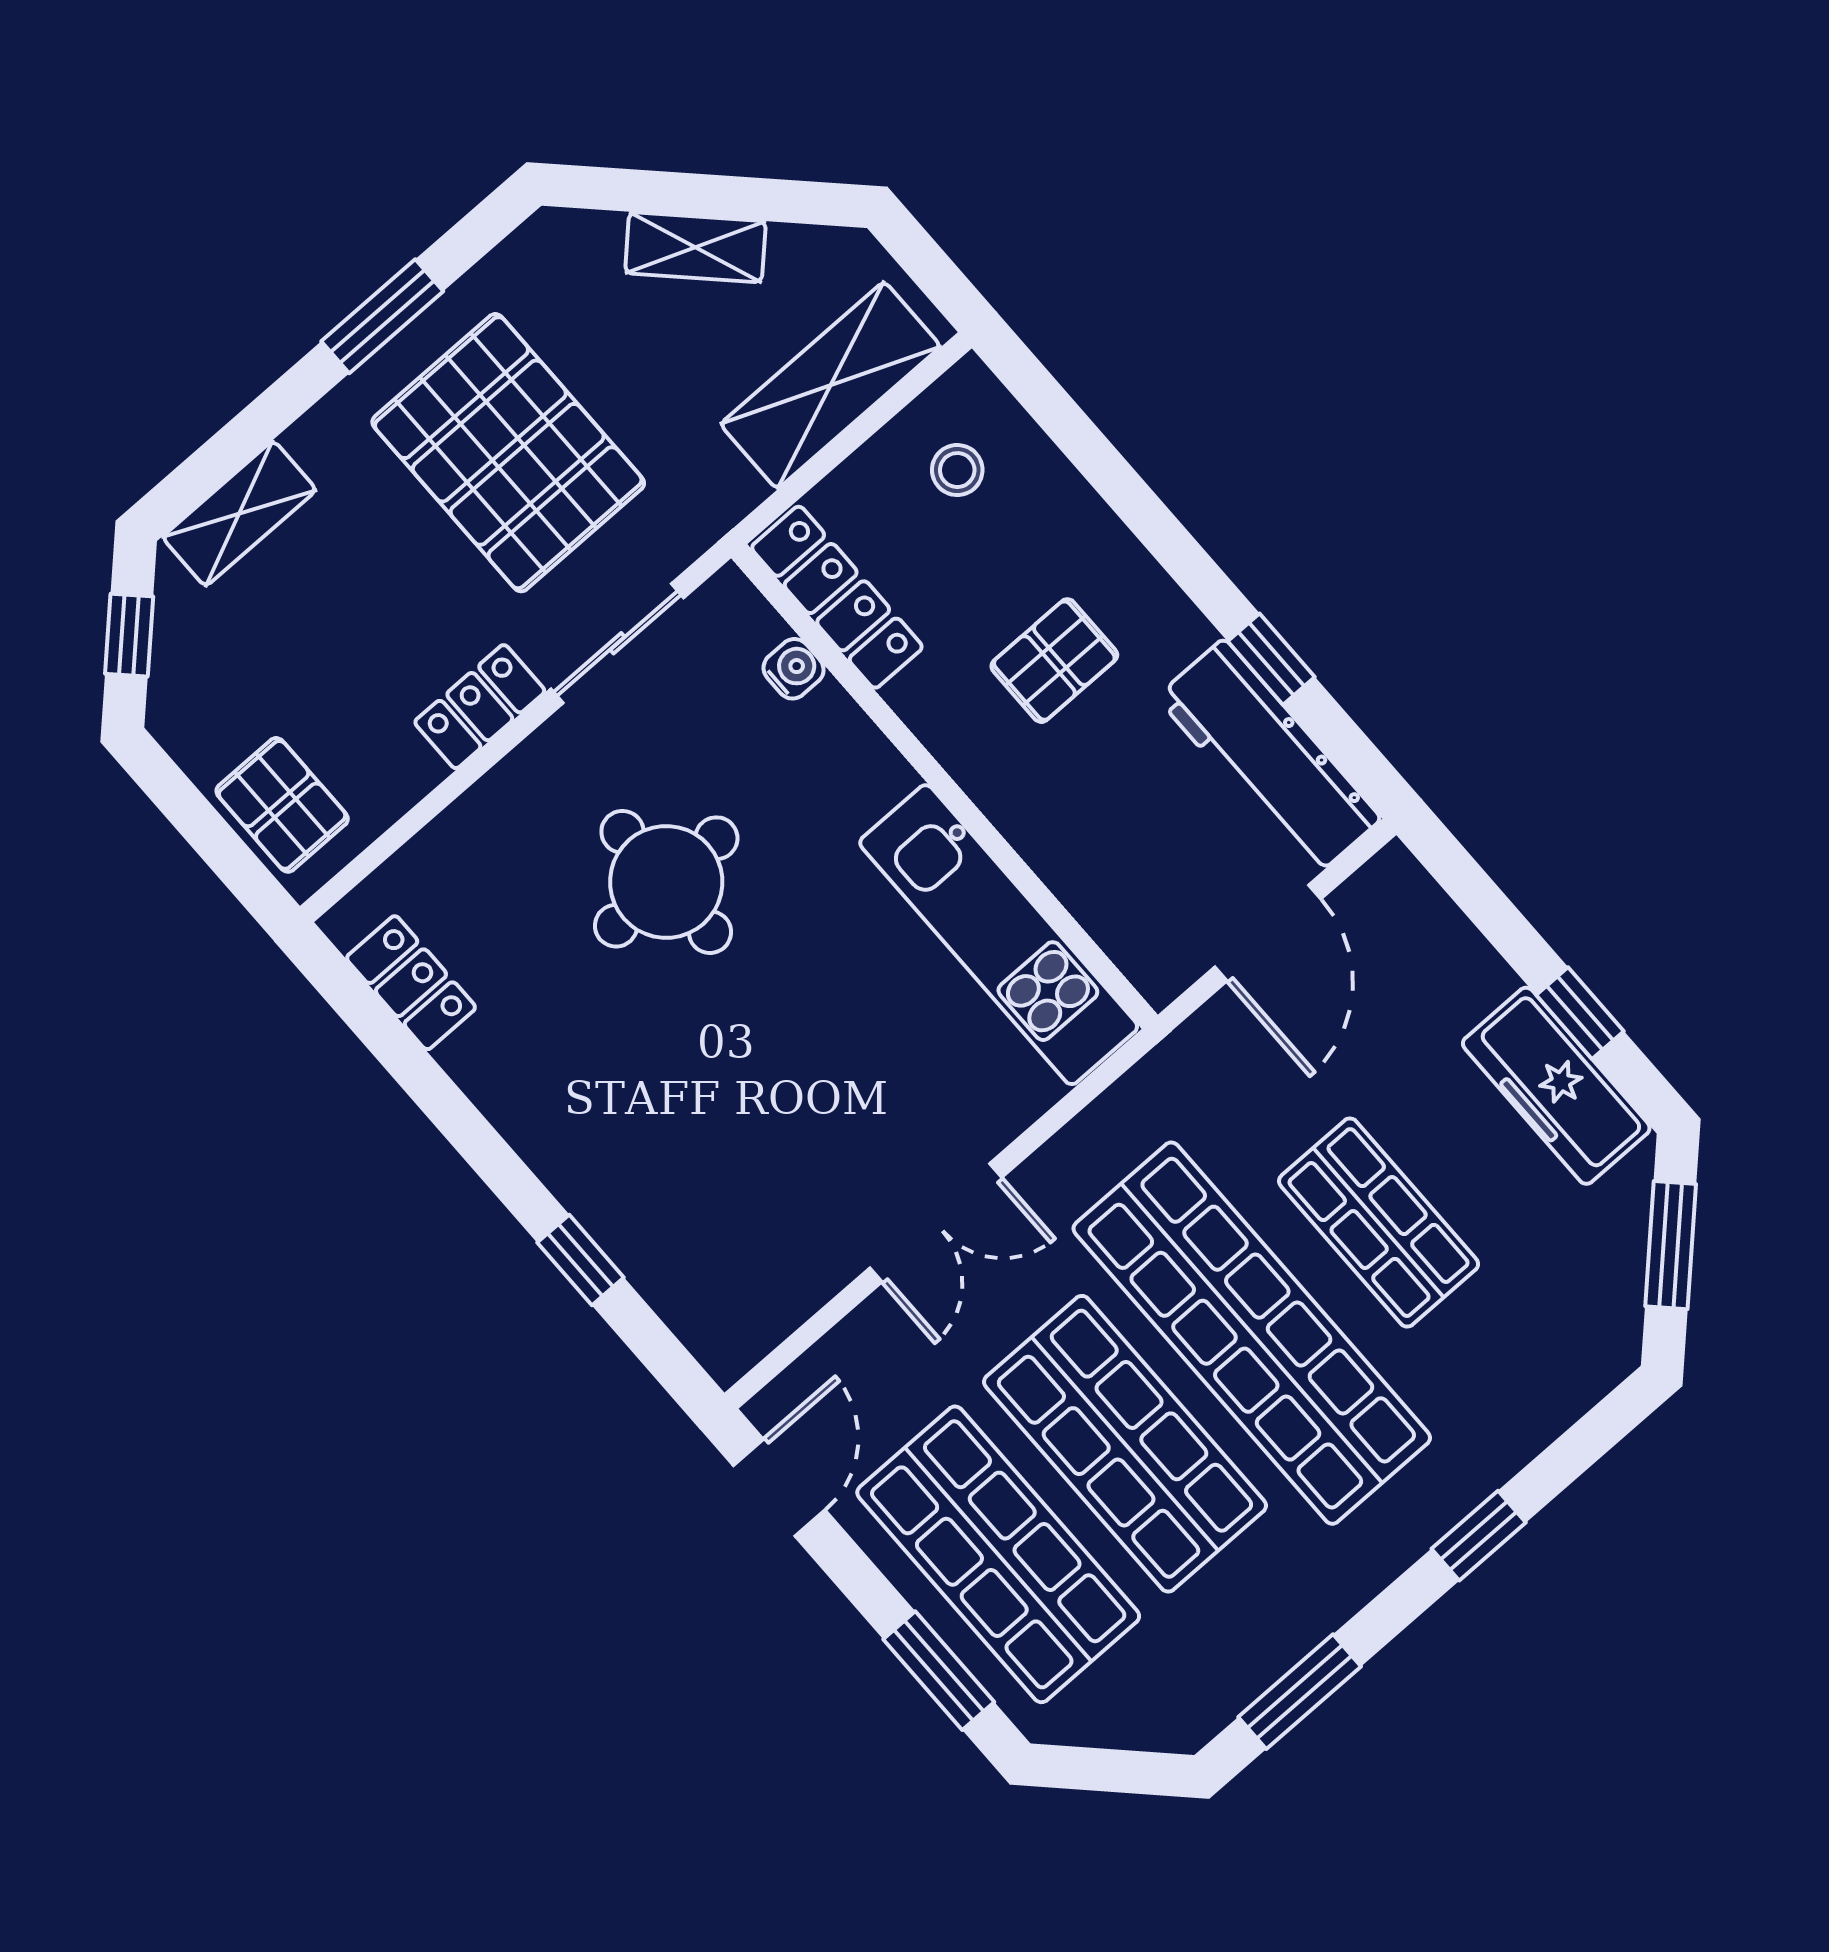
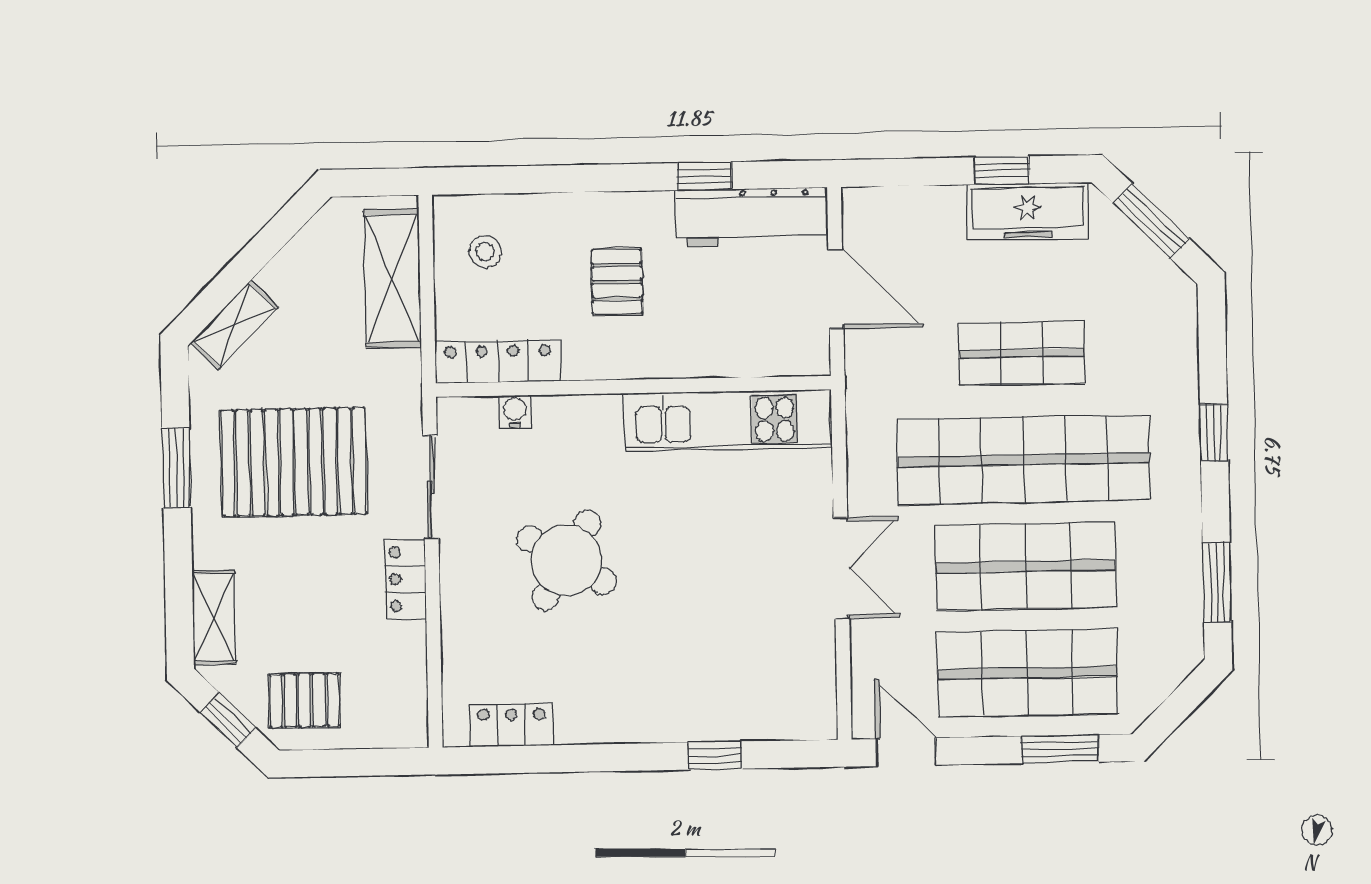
shelving: (695, 247) -> (234, 325), moved
pallet: (282, 805) -> (305, 700), moved
round table: (666, 882) -> (566, 560), turned 31

